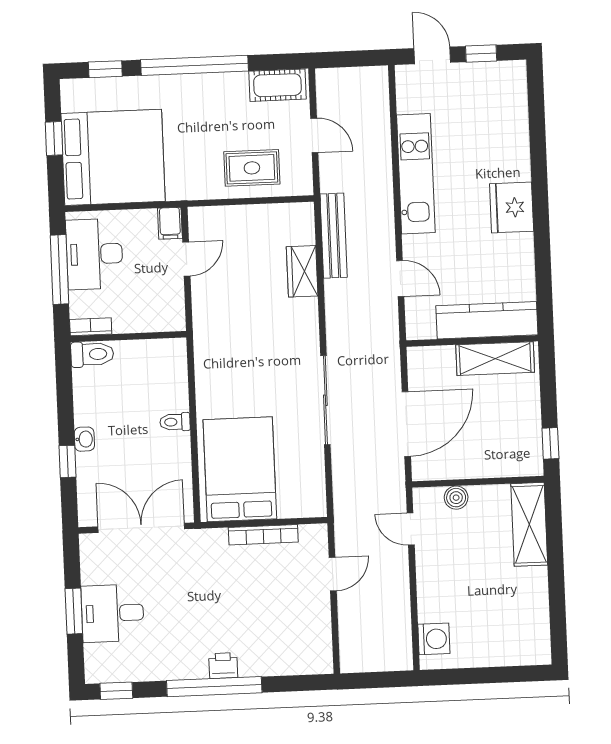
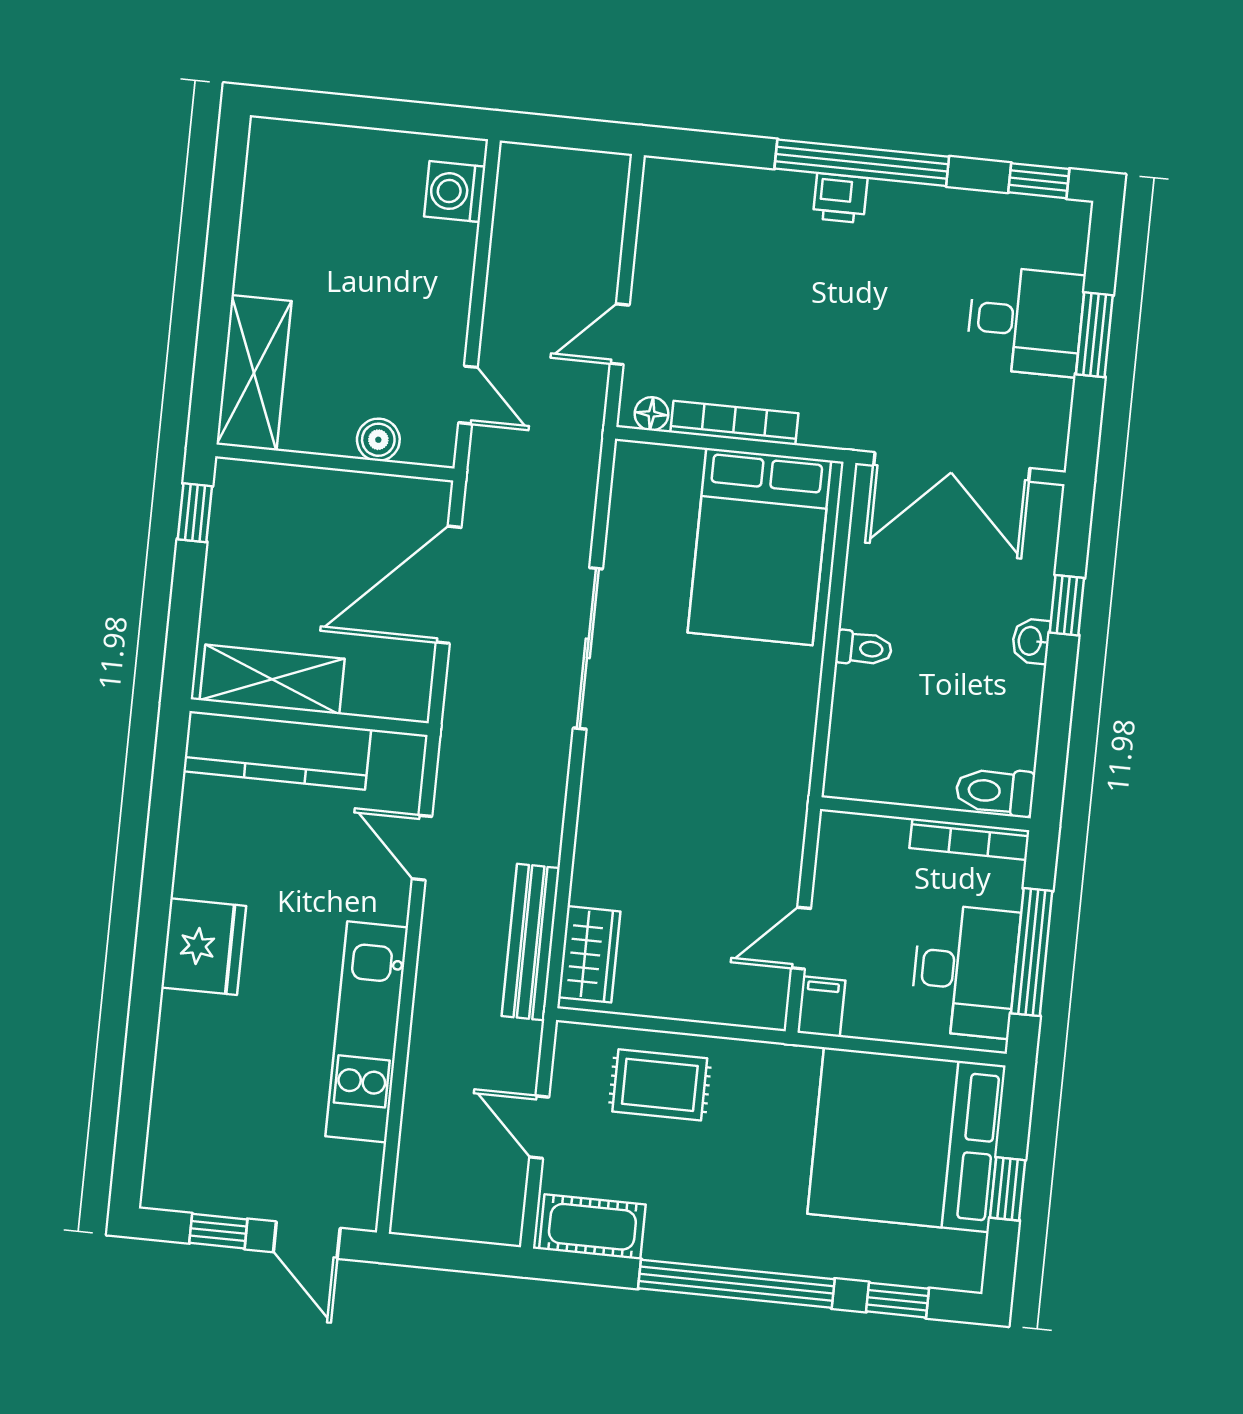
wardrobe: (302, 271) -> (589, 954), moved
bookcase: (91, 327) -> (969, 839), width x1.56
floor lamp: (309, 533) -> (651, 414), added

